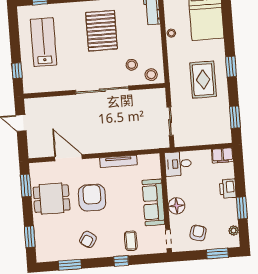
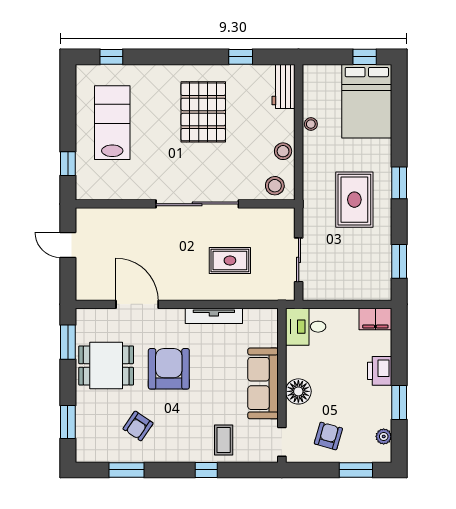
stool: (132, 65) -> (283, 151), moved
rug: (126, 125) -> (230, 260), added
armchair: (88, 239) -> (138, 426), moved

